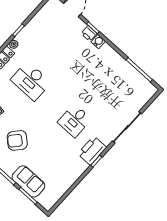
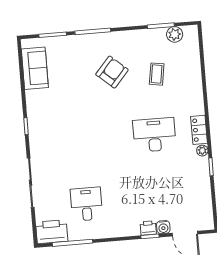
water cooler: (98, 41) -> (163, 227), moved
desk: (75, 121) -> (86, 204), moved
printer: (92, 151) -> (52, 232), moved, turned -90
sofa: (28, 181) -> (35, 68), moved, turned -90

